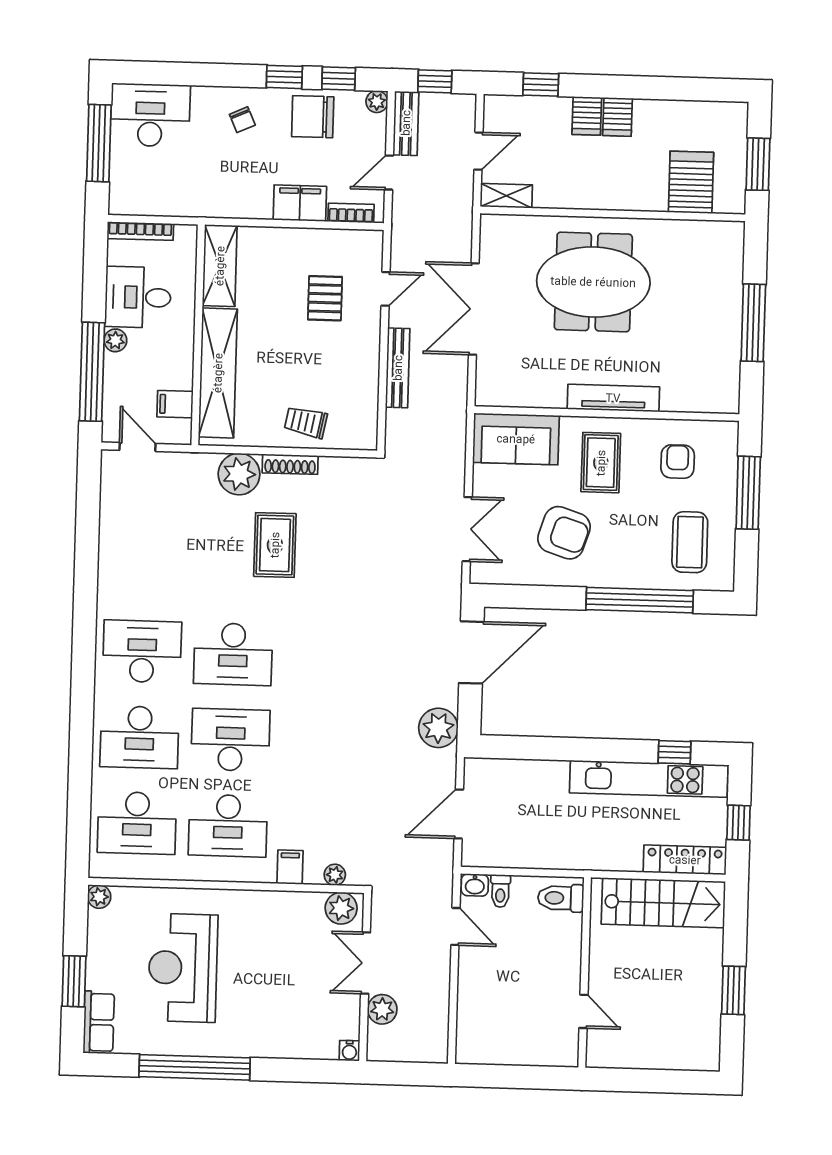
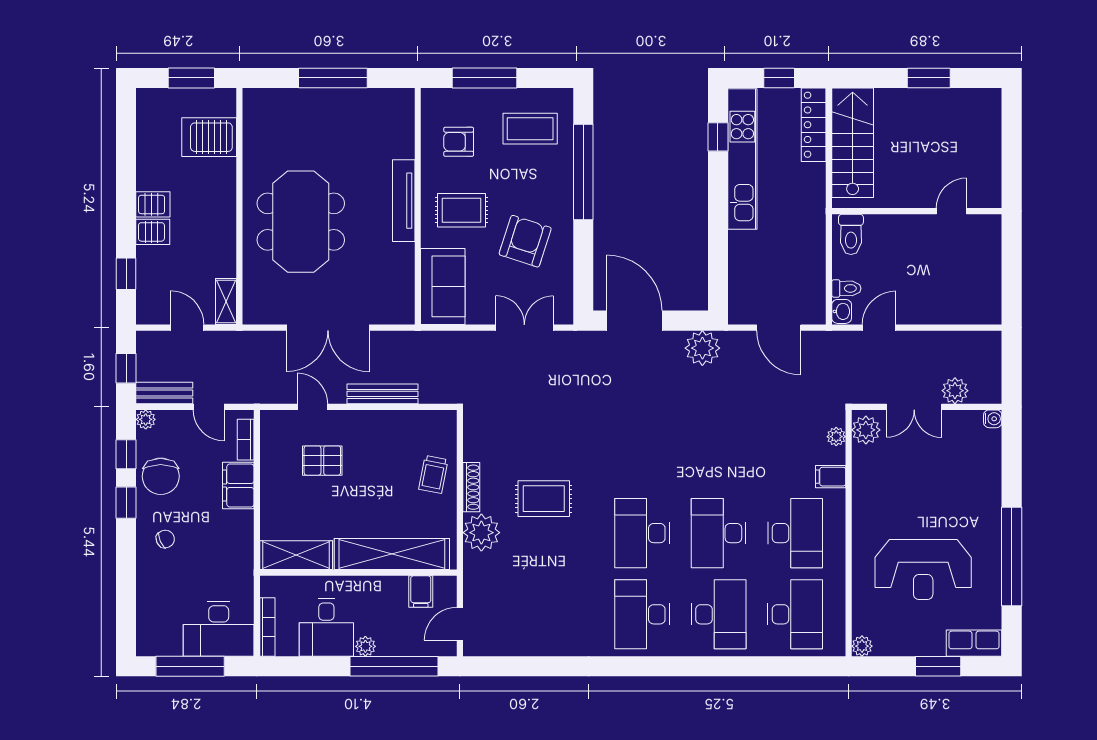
desk: (150, 115) -> (219, 629), moved, turned -90
desk: (233, 654) -> (642, 533), turned 180

